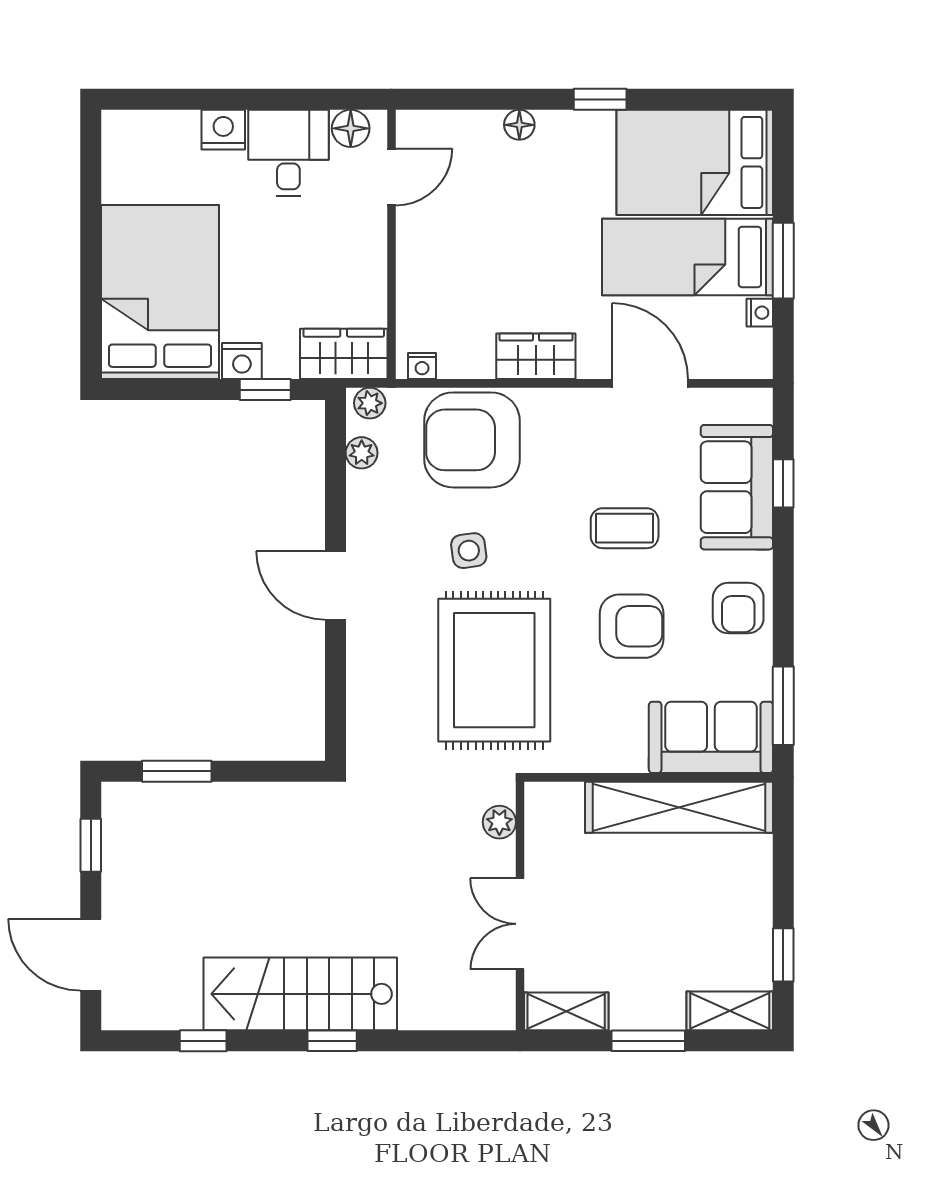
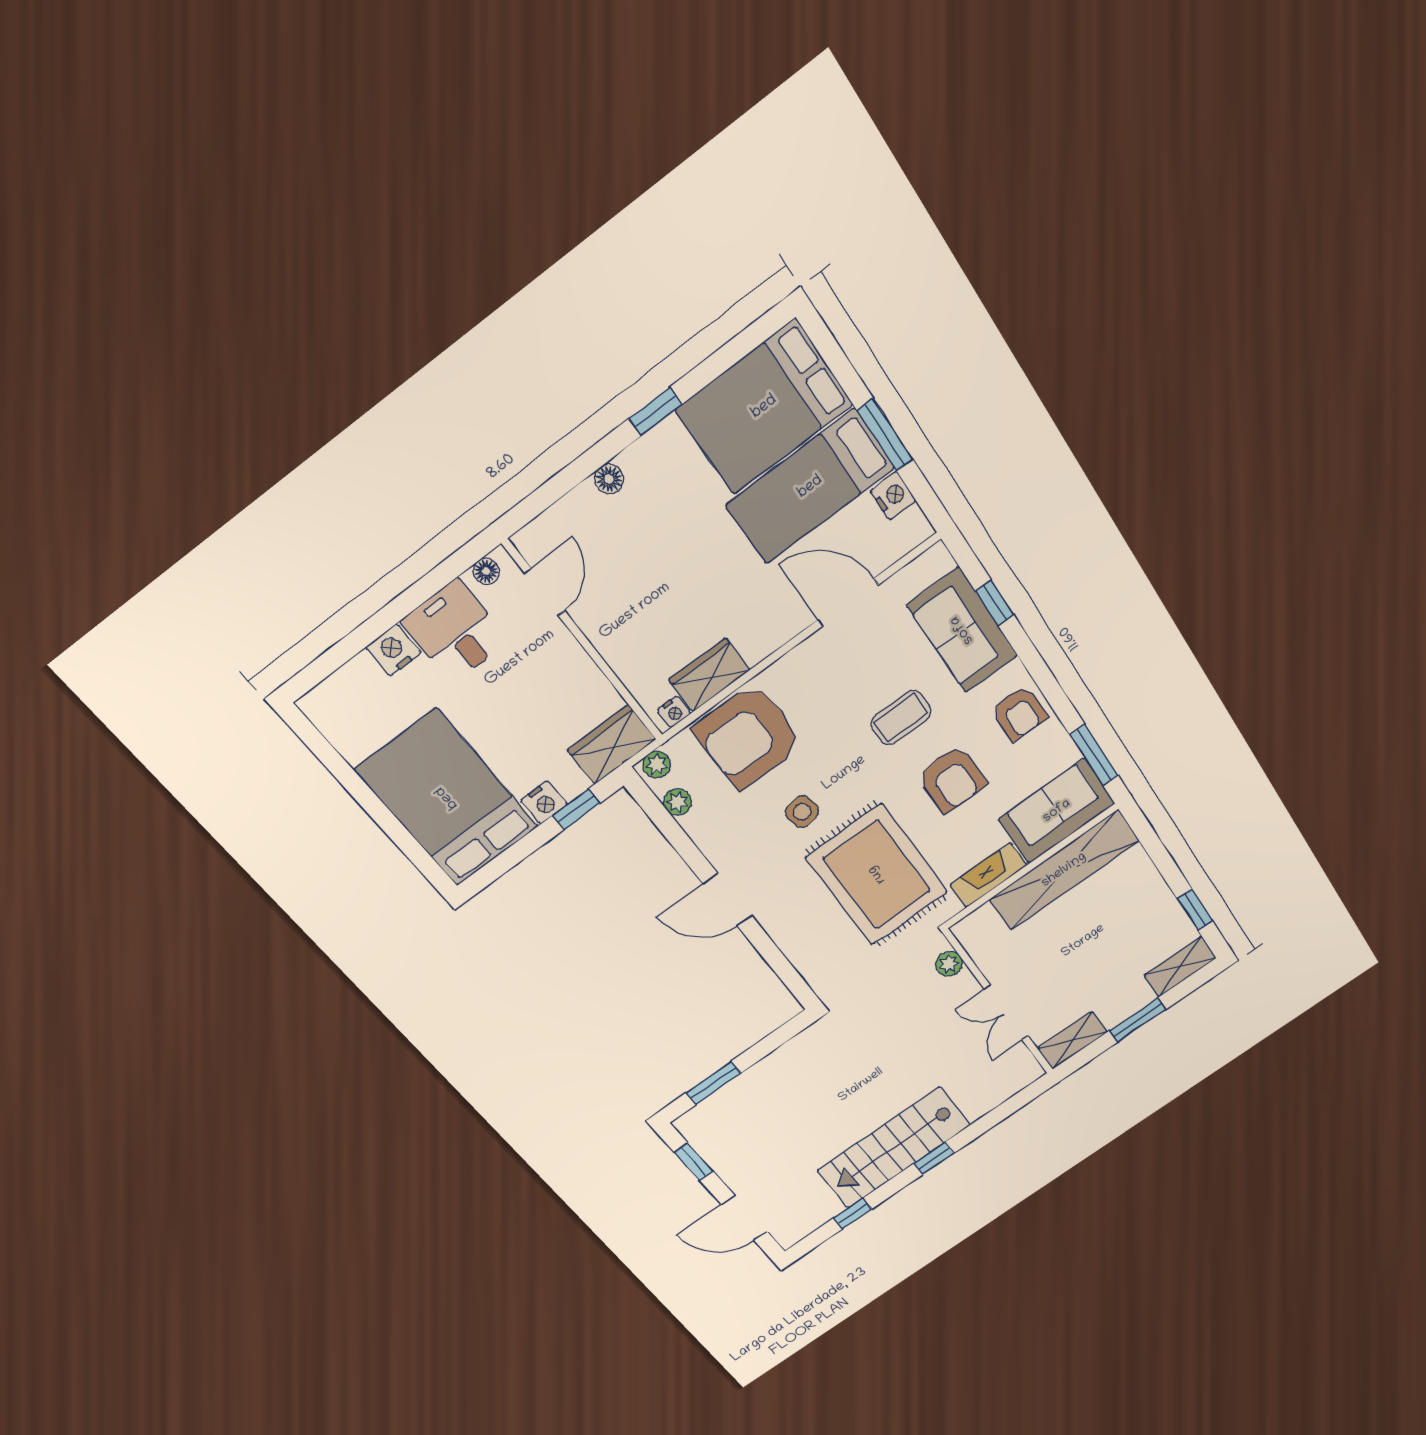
floor lamp: (351, 128) -> (486, 571), width x0.73, depth x0.73
nightstand: (760, 313) -> (893, 496), width x1.39, depth x1.35
wardrobe: (536, 356) -> (709, 675), moved
armchair: (632, 626) -> (952, 779), turned 90
fireplace: (601, 754) -> (988, 875), added

